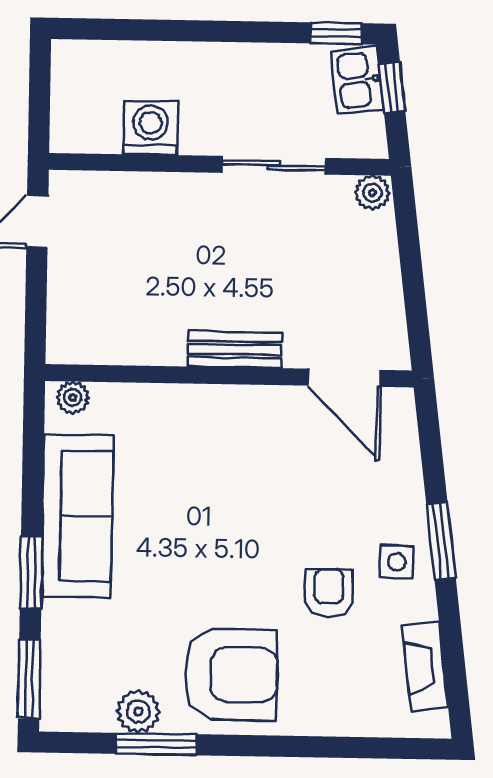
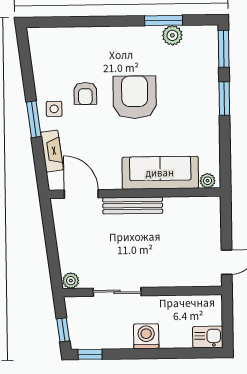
kitchen sink: (357, 80) -> (208, 337), moved, turned -83
washing machine: (150, 128) -> (146, 336), moved, turned 180
bench: (235, 349) -> (133, 206), width x1.36
sofa: (77, 516) -> (160, 173), moved, turned 90
fireplace: (425, 666) -> (52, 151), moved
armchair: (231, 674) -> (135, 97), moved, turned 90

